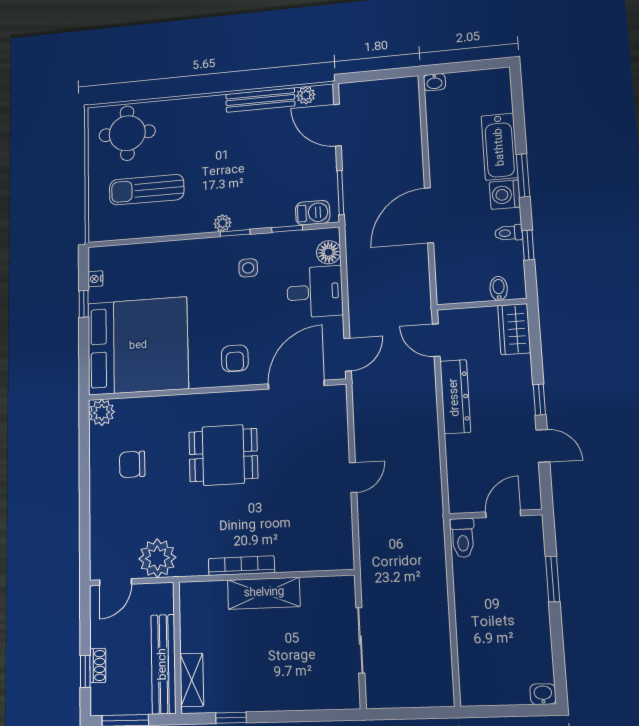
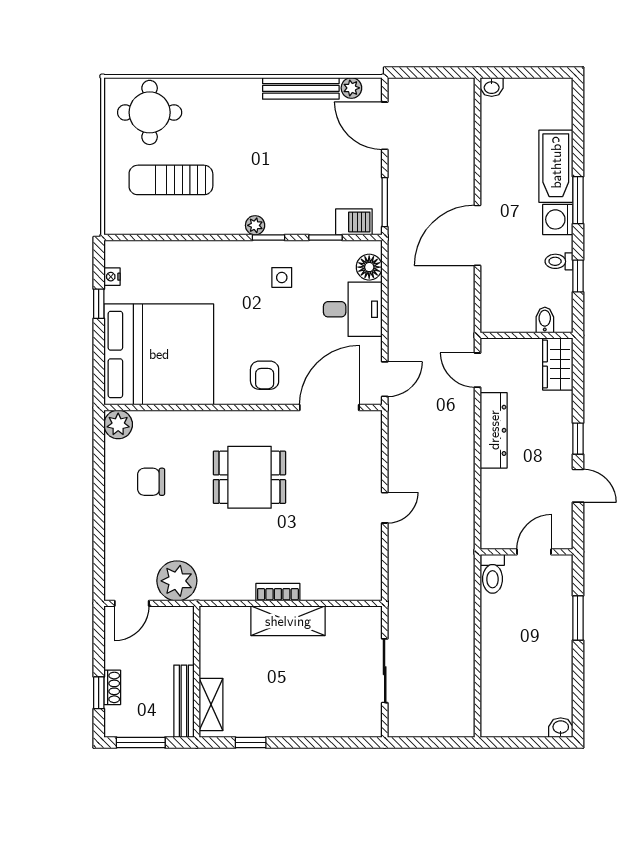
bookcase: (241, 566) -> (278, 592), width x0.64
bench: (163, 664) -> (184, 701), width x0.73, depth x0.82

